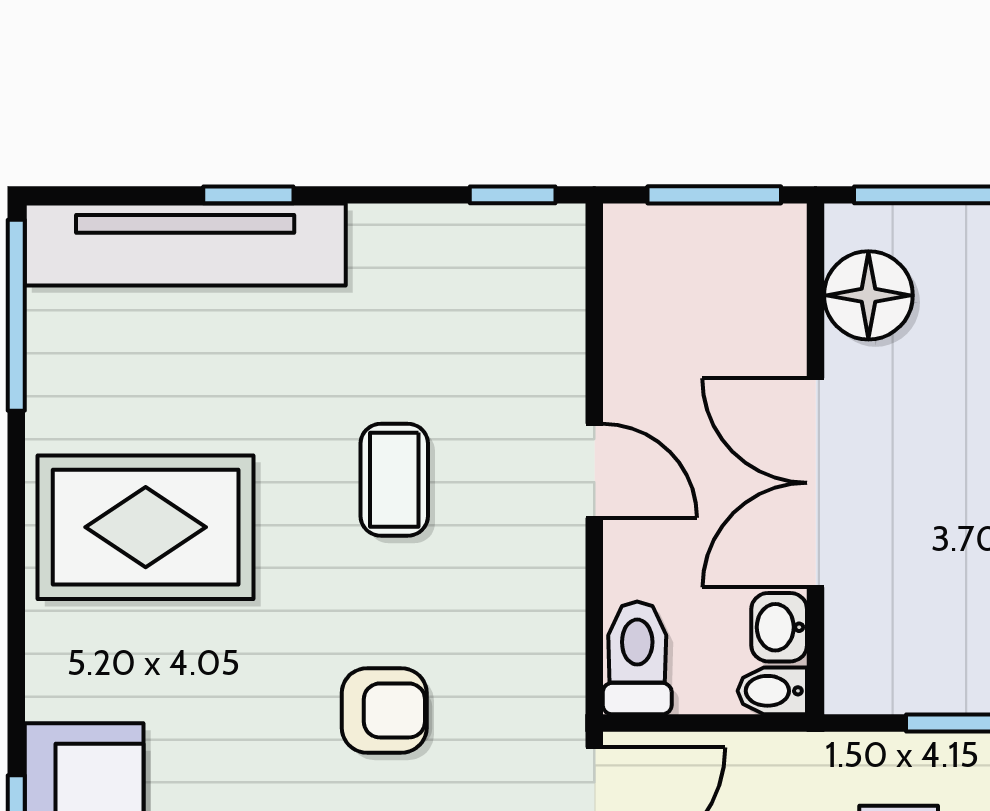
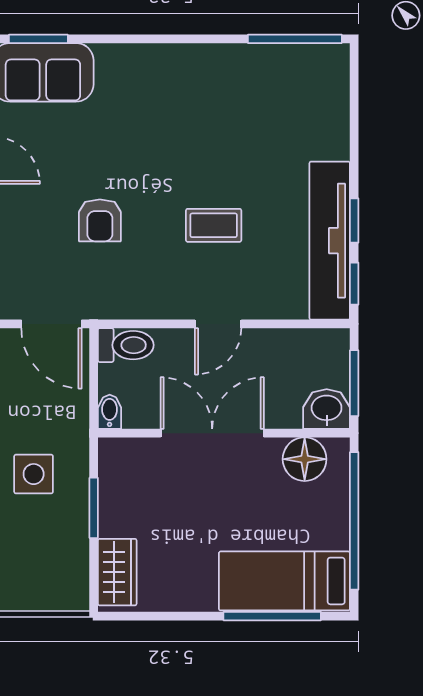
window: (248, 195) -> (354, 220), moved
tv unit: (185, 244) -> (330, 241), moved
rug: (146, 527) -> (190, 103), removed
washbasin: (779, 627) -> (327, 409), moved, width x1.38, depth x1.45

